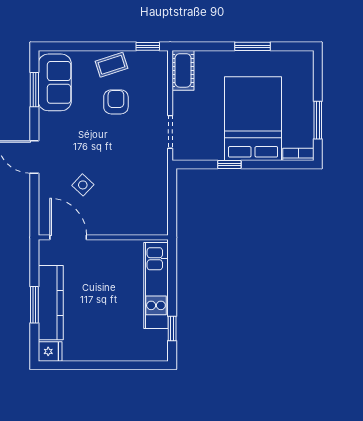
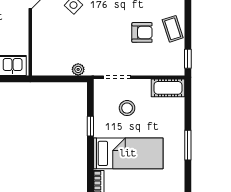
bed: (253, 119) -> (128, 153), width x0.67
stool: (208, 120) -> (127, 108), added
plant: (161, 179) -> (78, 69), added

